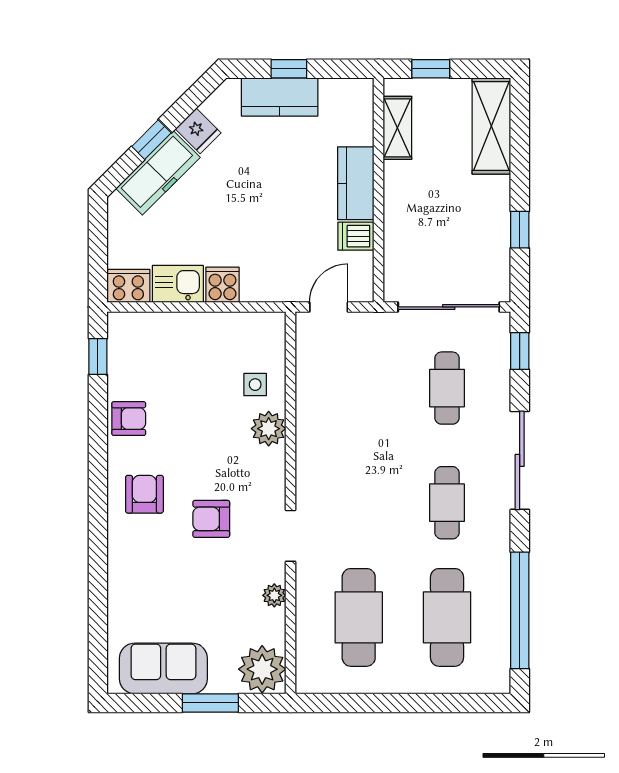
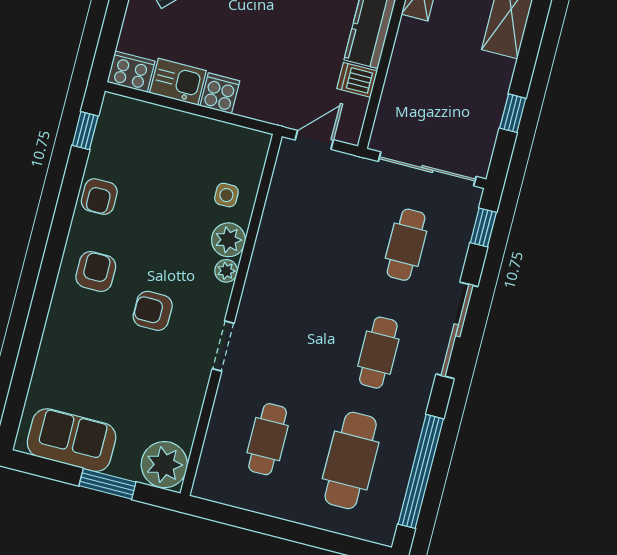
armchair: (129, 419) -> (99, 197), turned 90
plant: (274, 595) -> (226, 271), moved
cafe table: (359, 617) -> (268, 439), width x0.73, depth x0.74

